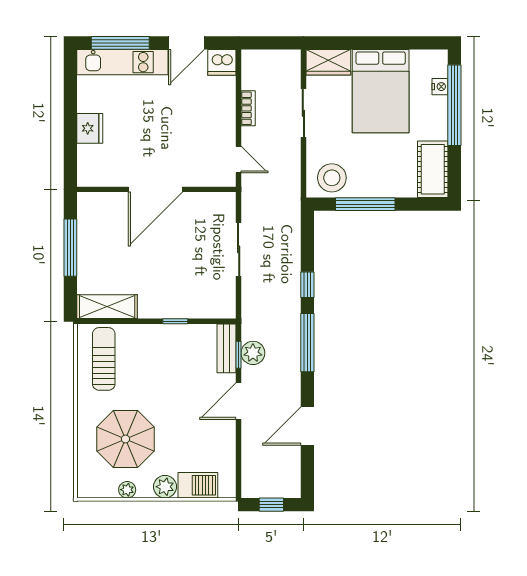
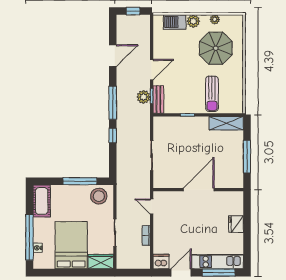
sun lounger: (104, 359) -> (212, 94), moved

